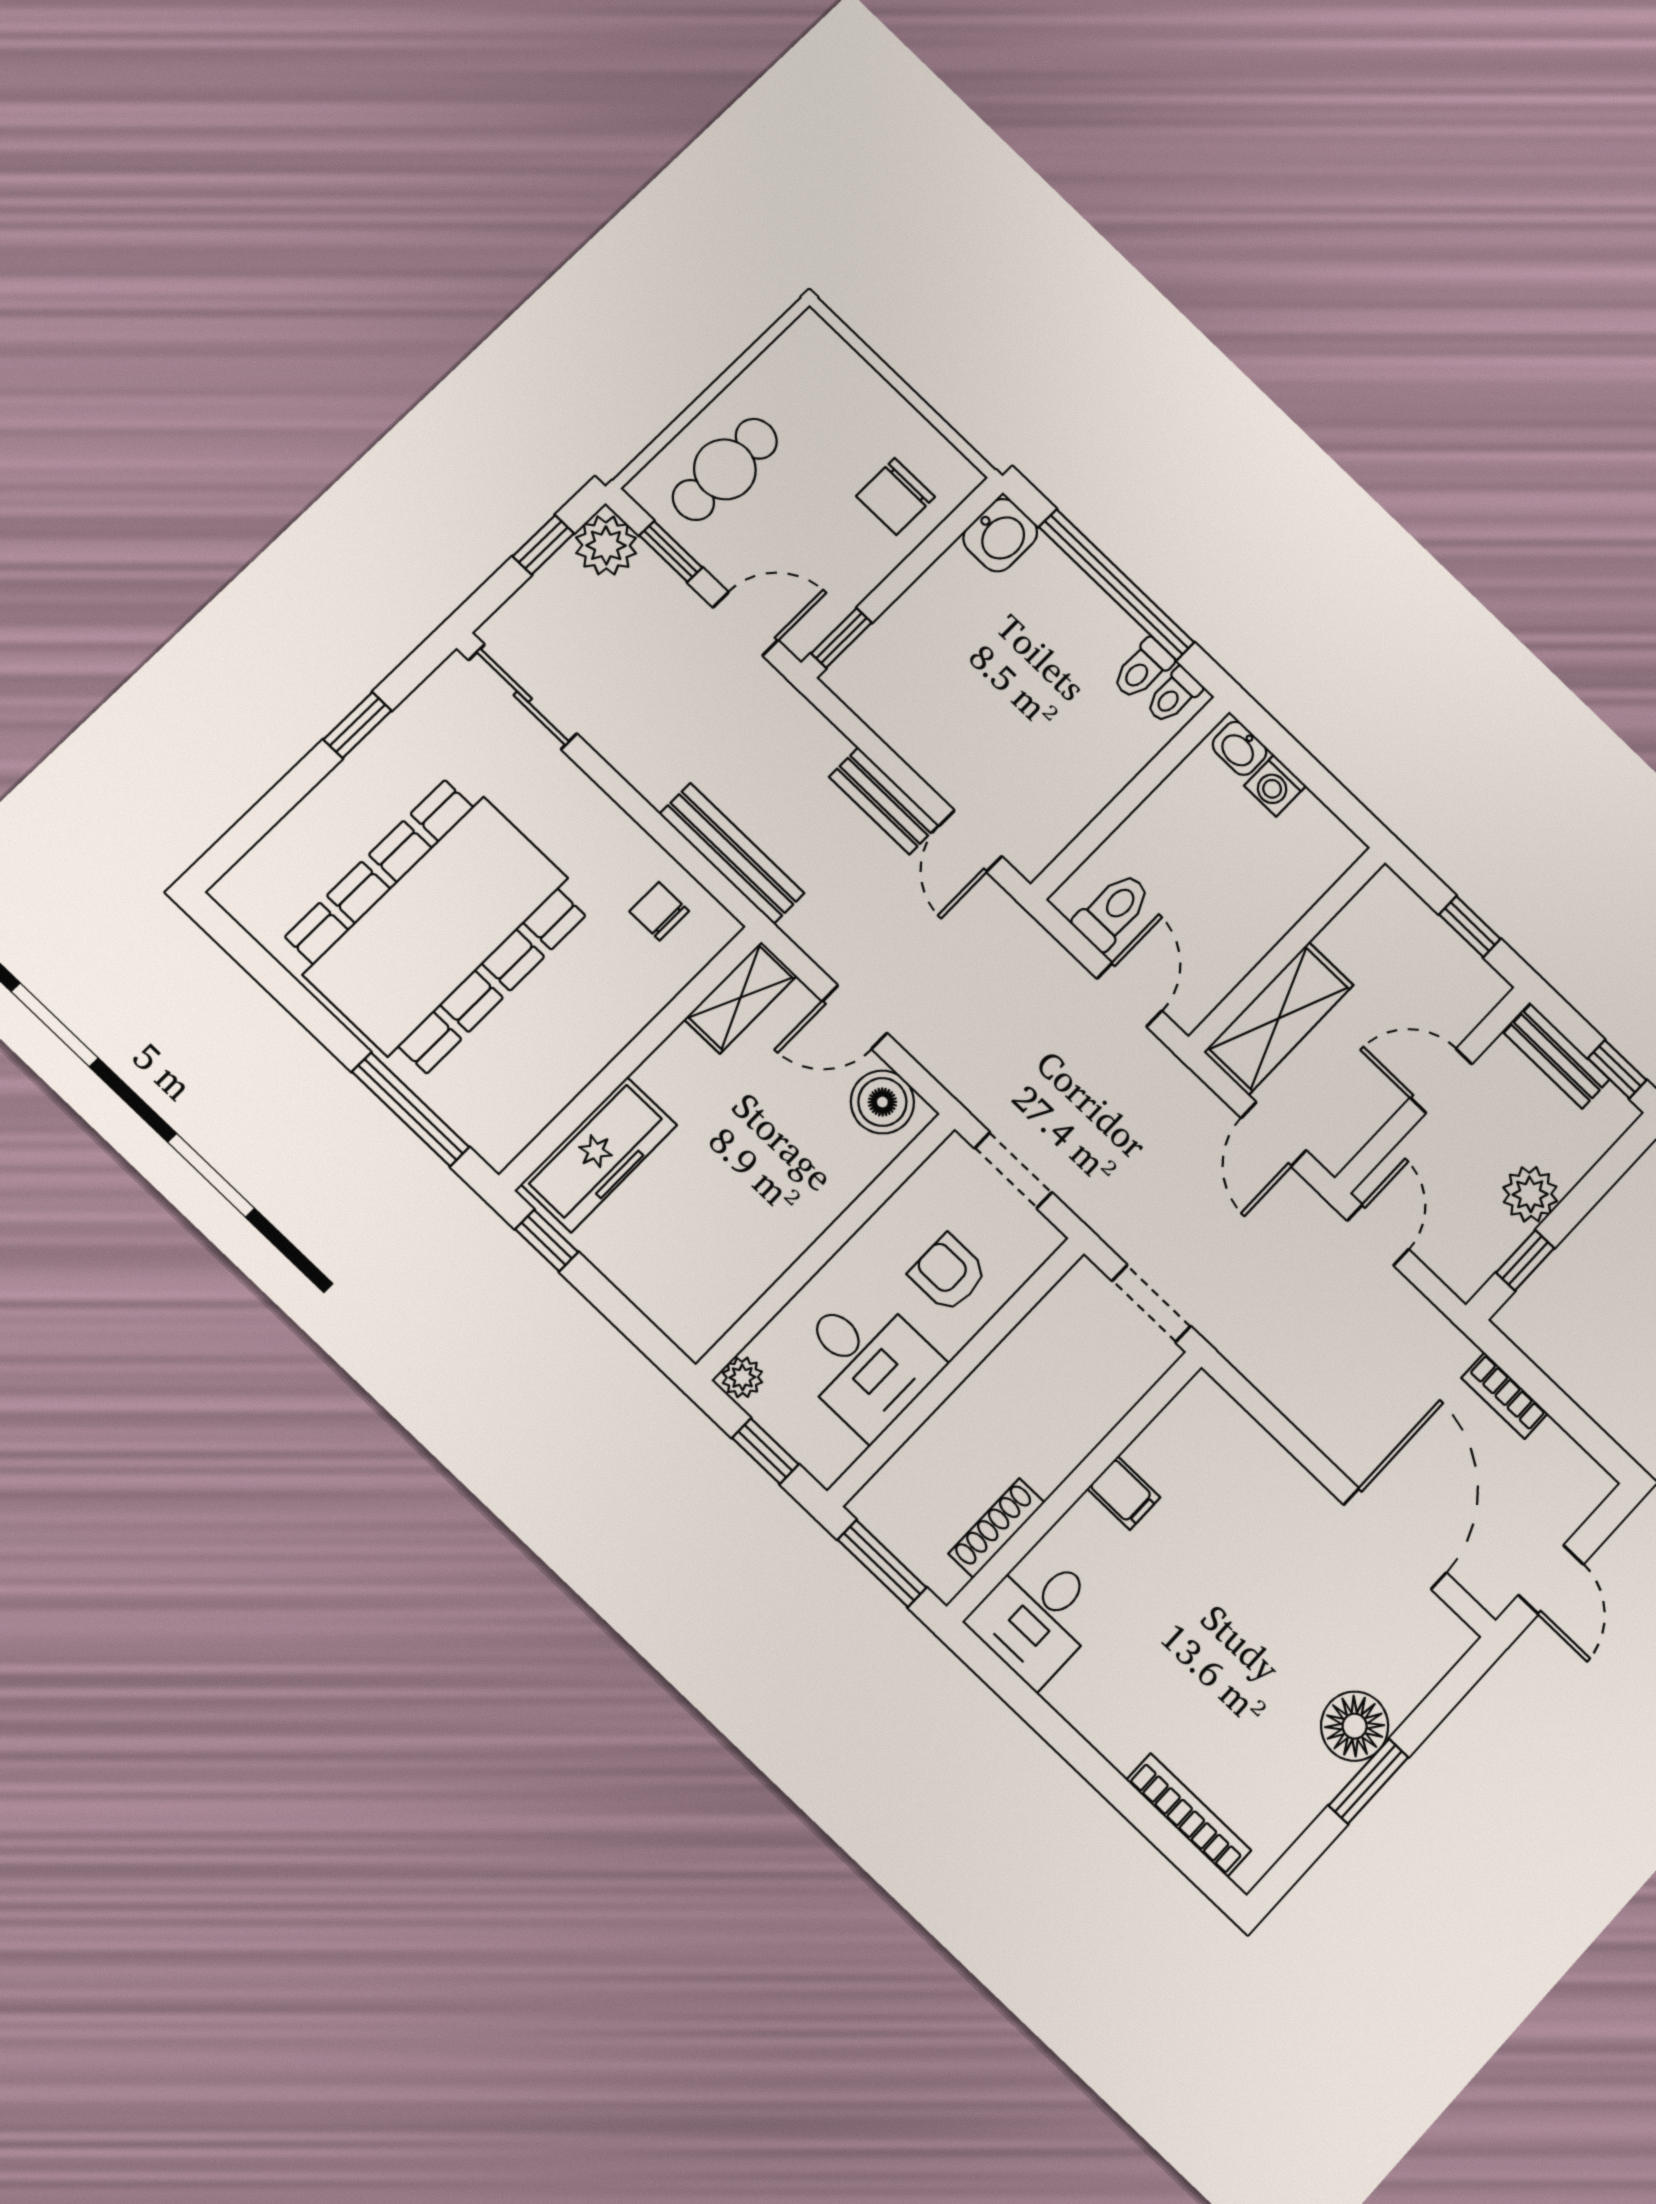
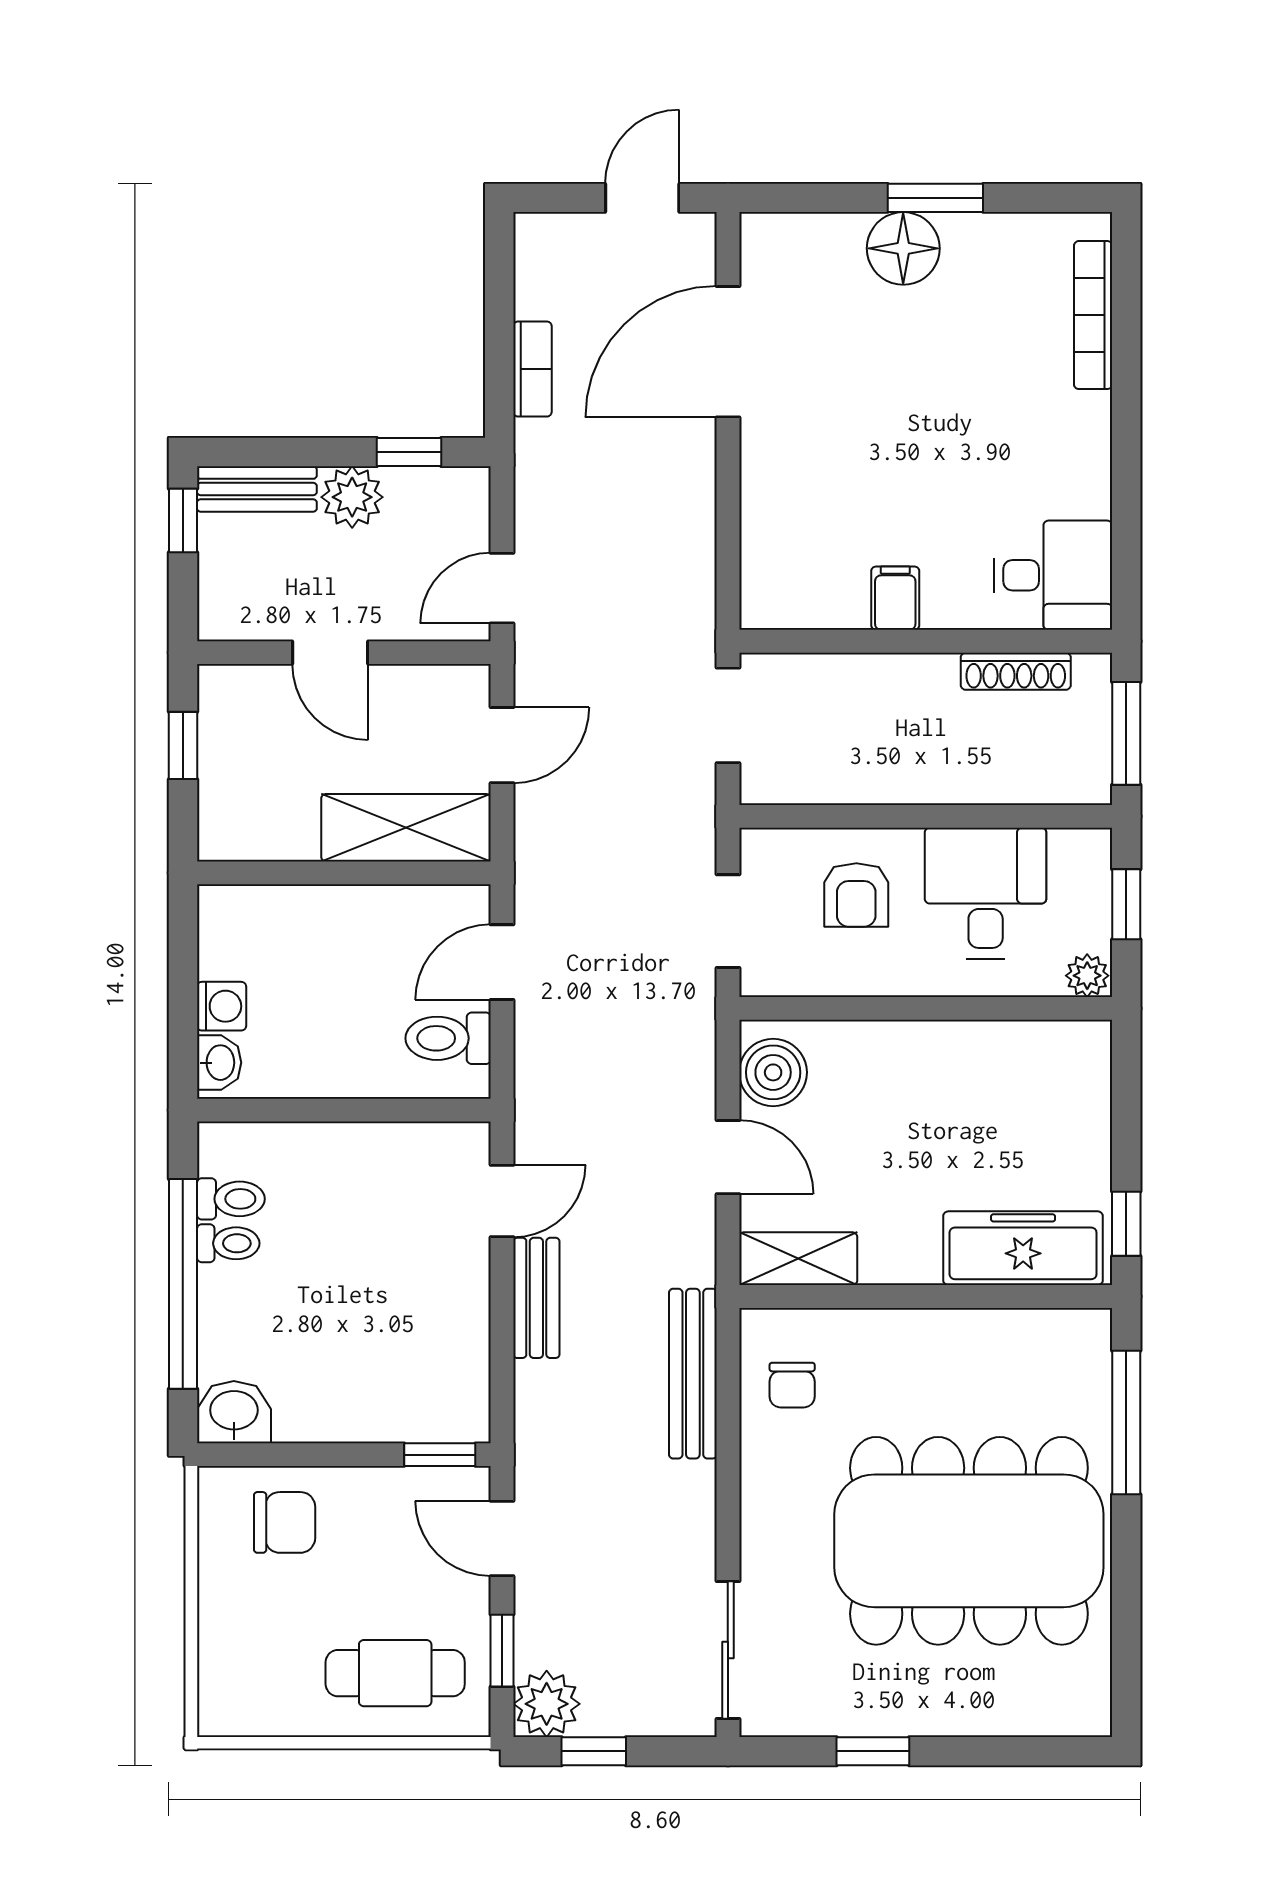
toilet: (1174, 696) -> (228, 1243), moved
bench: (1557, 1056) -> (257, 489), moved, turned 90

